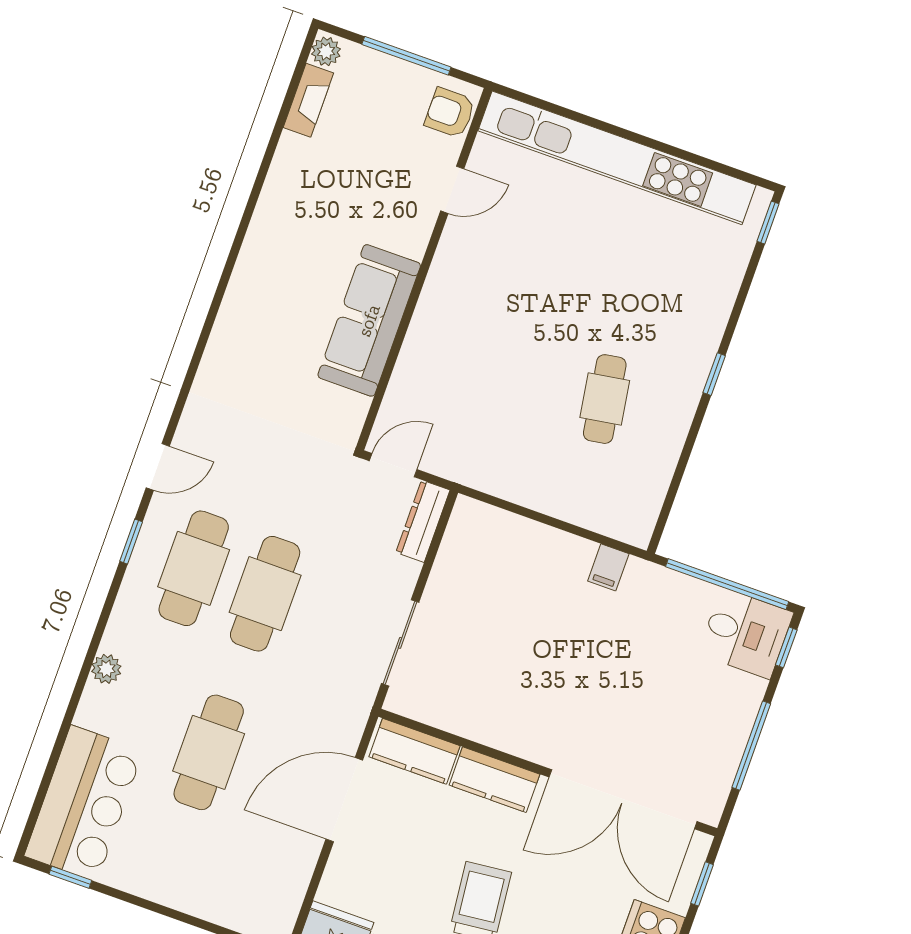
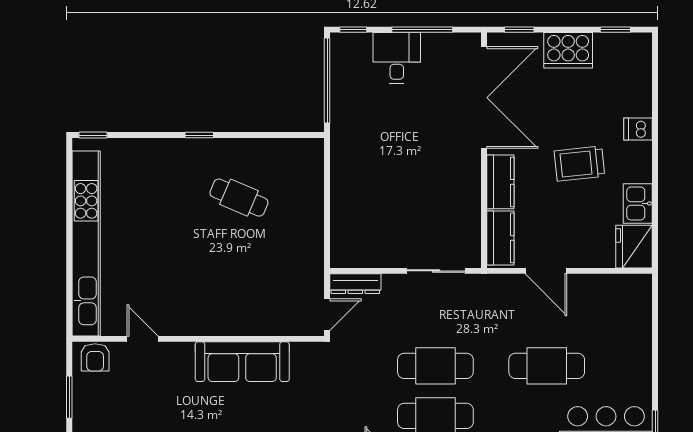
window: (406, 56) -> (69, 397), width x0.69
cafe table: (605, 399) -> (239, 198), turned 32
door: (393, 465) -> (327, 315), swing flipped
filing cabinet: (608, 567) -> (343, 158), removed
desk: (746, 633) -> (397, 58), moved
door: (344, 800) -> (546, 271), width x0.73

